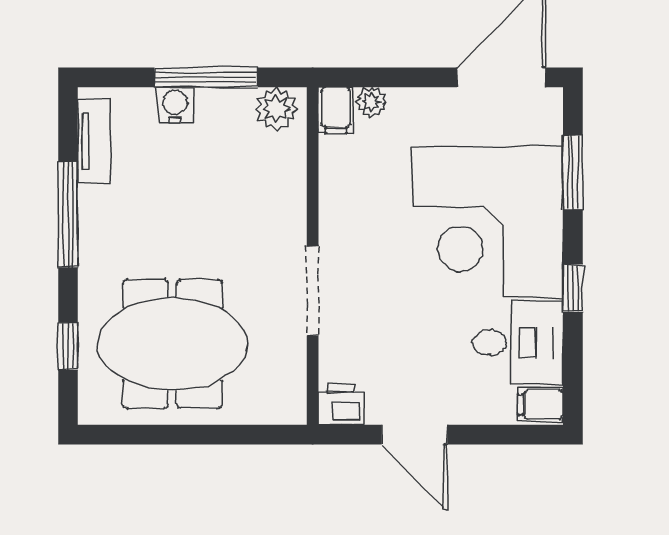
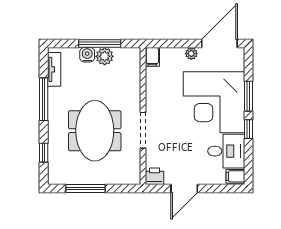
plant: (371, 102) -> (191, 54), moved
plant: (276, 109) -> (105, 56), moved
window: (573, 172) -> (248, 96), moved
meeting table: (173, 344) -> (95, 131), moved, turned 90
window: (171, 435) -> (86, 188), added
door: (415, 435) -> (184, 188), hinge flipped

